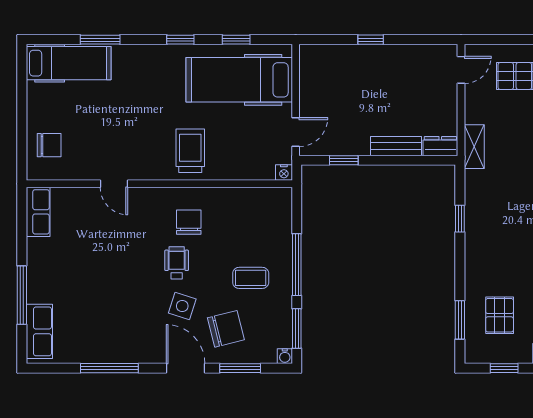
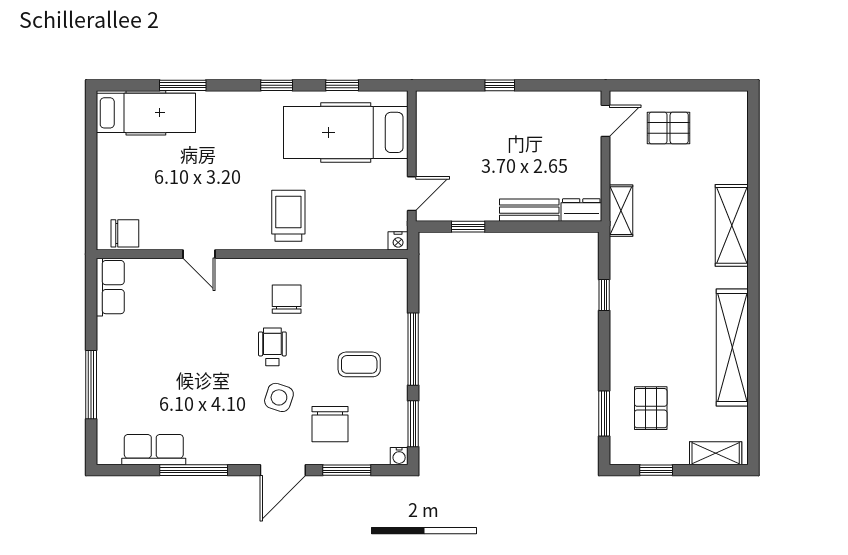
chair: (49, 145) -> (125, 233), moved
chair: (226, 329) -> (330, 424), turned 104
row of seats: (39, 331) -> (154, 450), moved, turned -90
door: (186, 368) -> (283, 470), swing flipped

